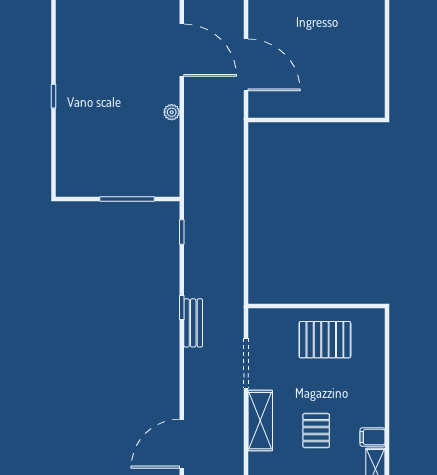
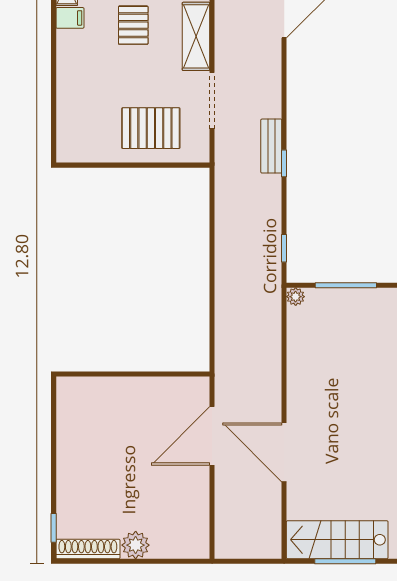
door: (246, 65) -> (212, 436), hinge flipped
plant: (172, 112) -> (296, 297), moved
pallet: (325, 340) -> (151, 128), moved

